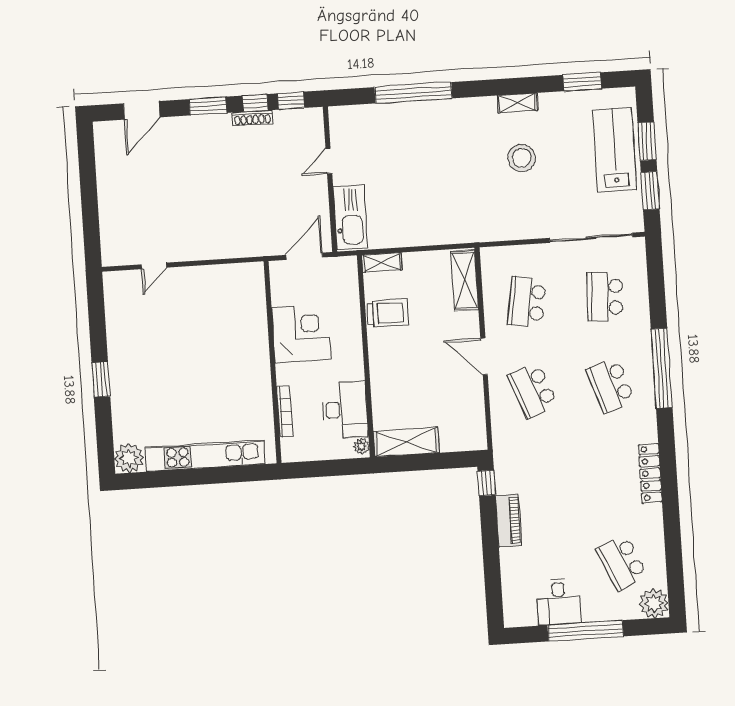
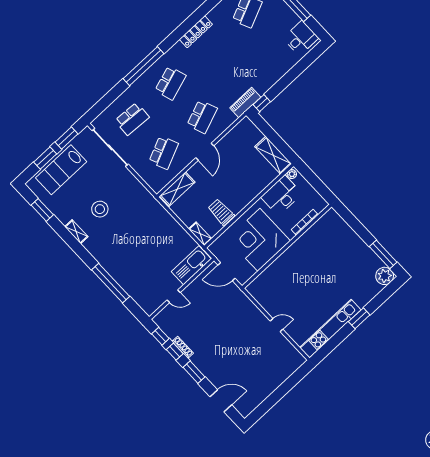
door: (154, 266) -> (276, 325), moved
school desk: (527, 302) -> (164, 153), turned -33
corner desk: (301, 333) -> (259, 240), width x1.36, depth x1.36
kitchen unit: (205, 456) -> (330, 329), moved, turned 90
window: (159, 479) -> (383, 254), added
piano: (509, 521) -> (245, 103), moved
desk: (559, 602) -> (301, 38), moved

